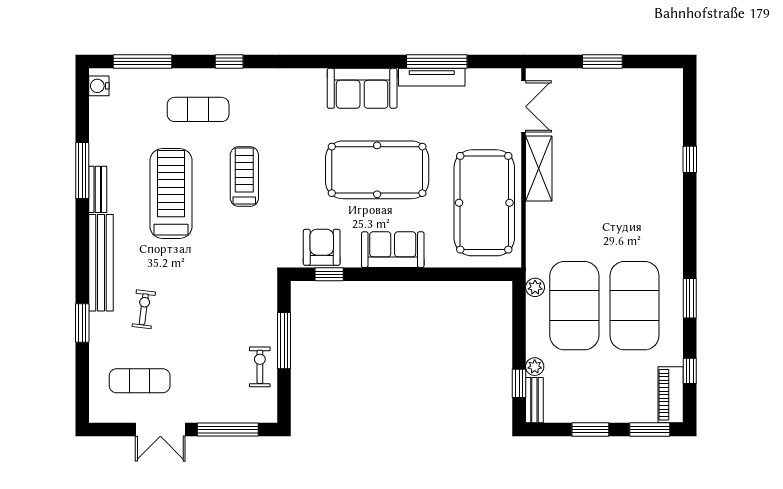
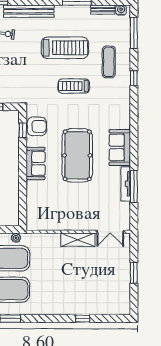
treadmill: (244, 177) -> (74, 86), turned 180
bench: (98, 189) -> (103, 10), moved
pool table: (484, 203) -> (60, 211), removed

